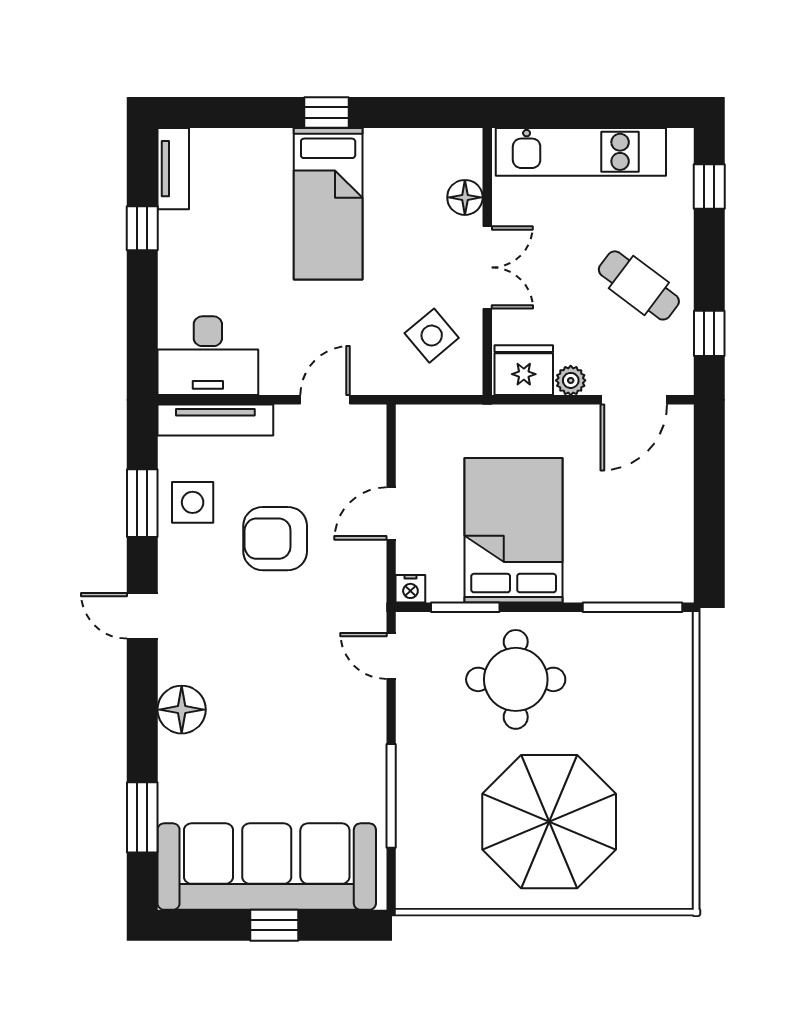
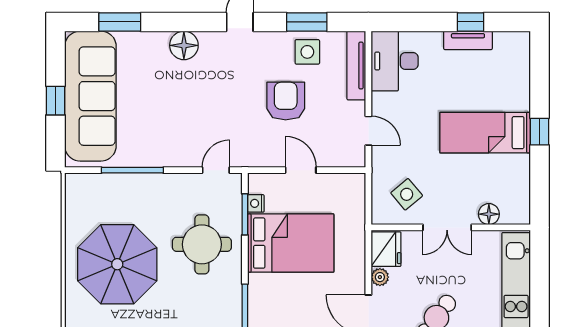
tv unit: (173, 169) -> (468, 40), moved
nightstand: (410, 589) -> (256, 203), moved

